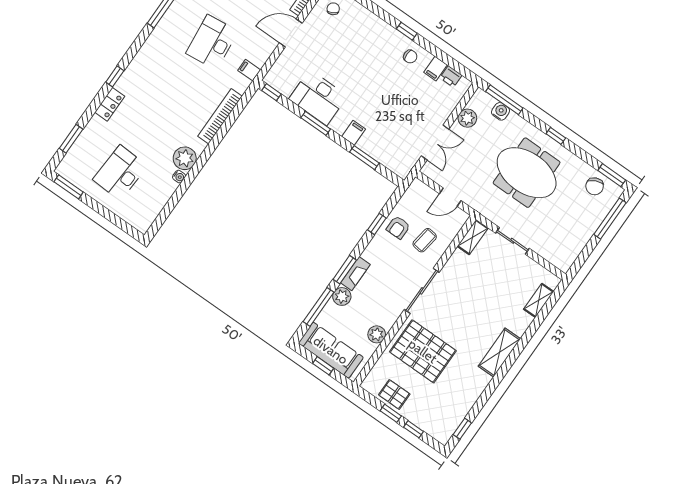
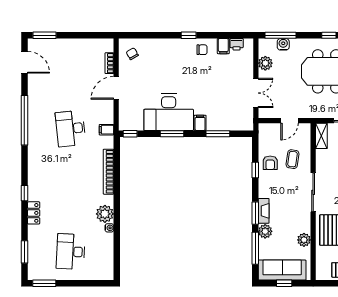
desk: (318, 98) -> (169, 112), width x1.36, depth x1.30

